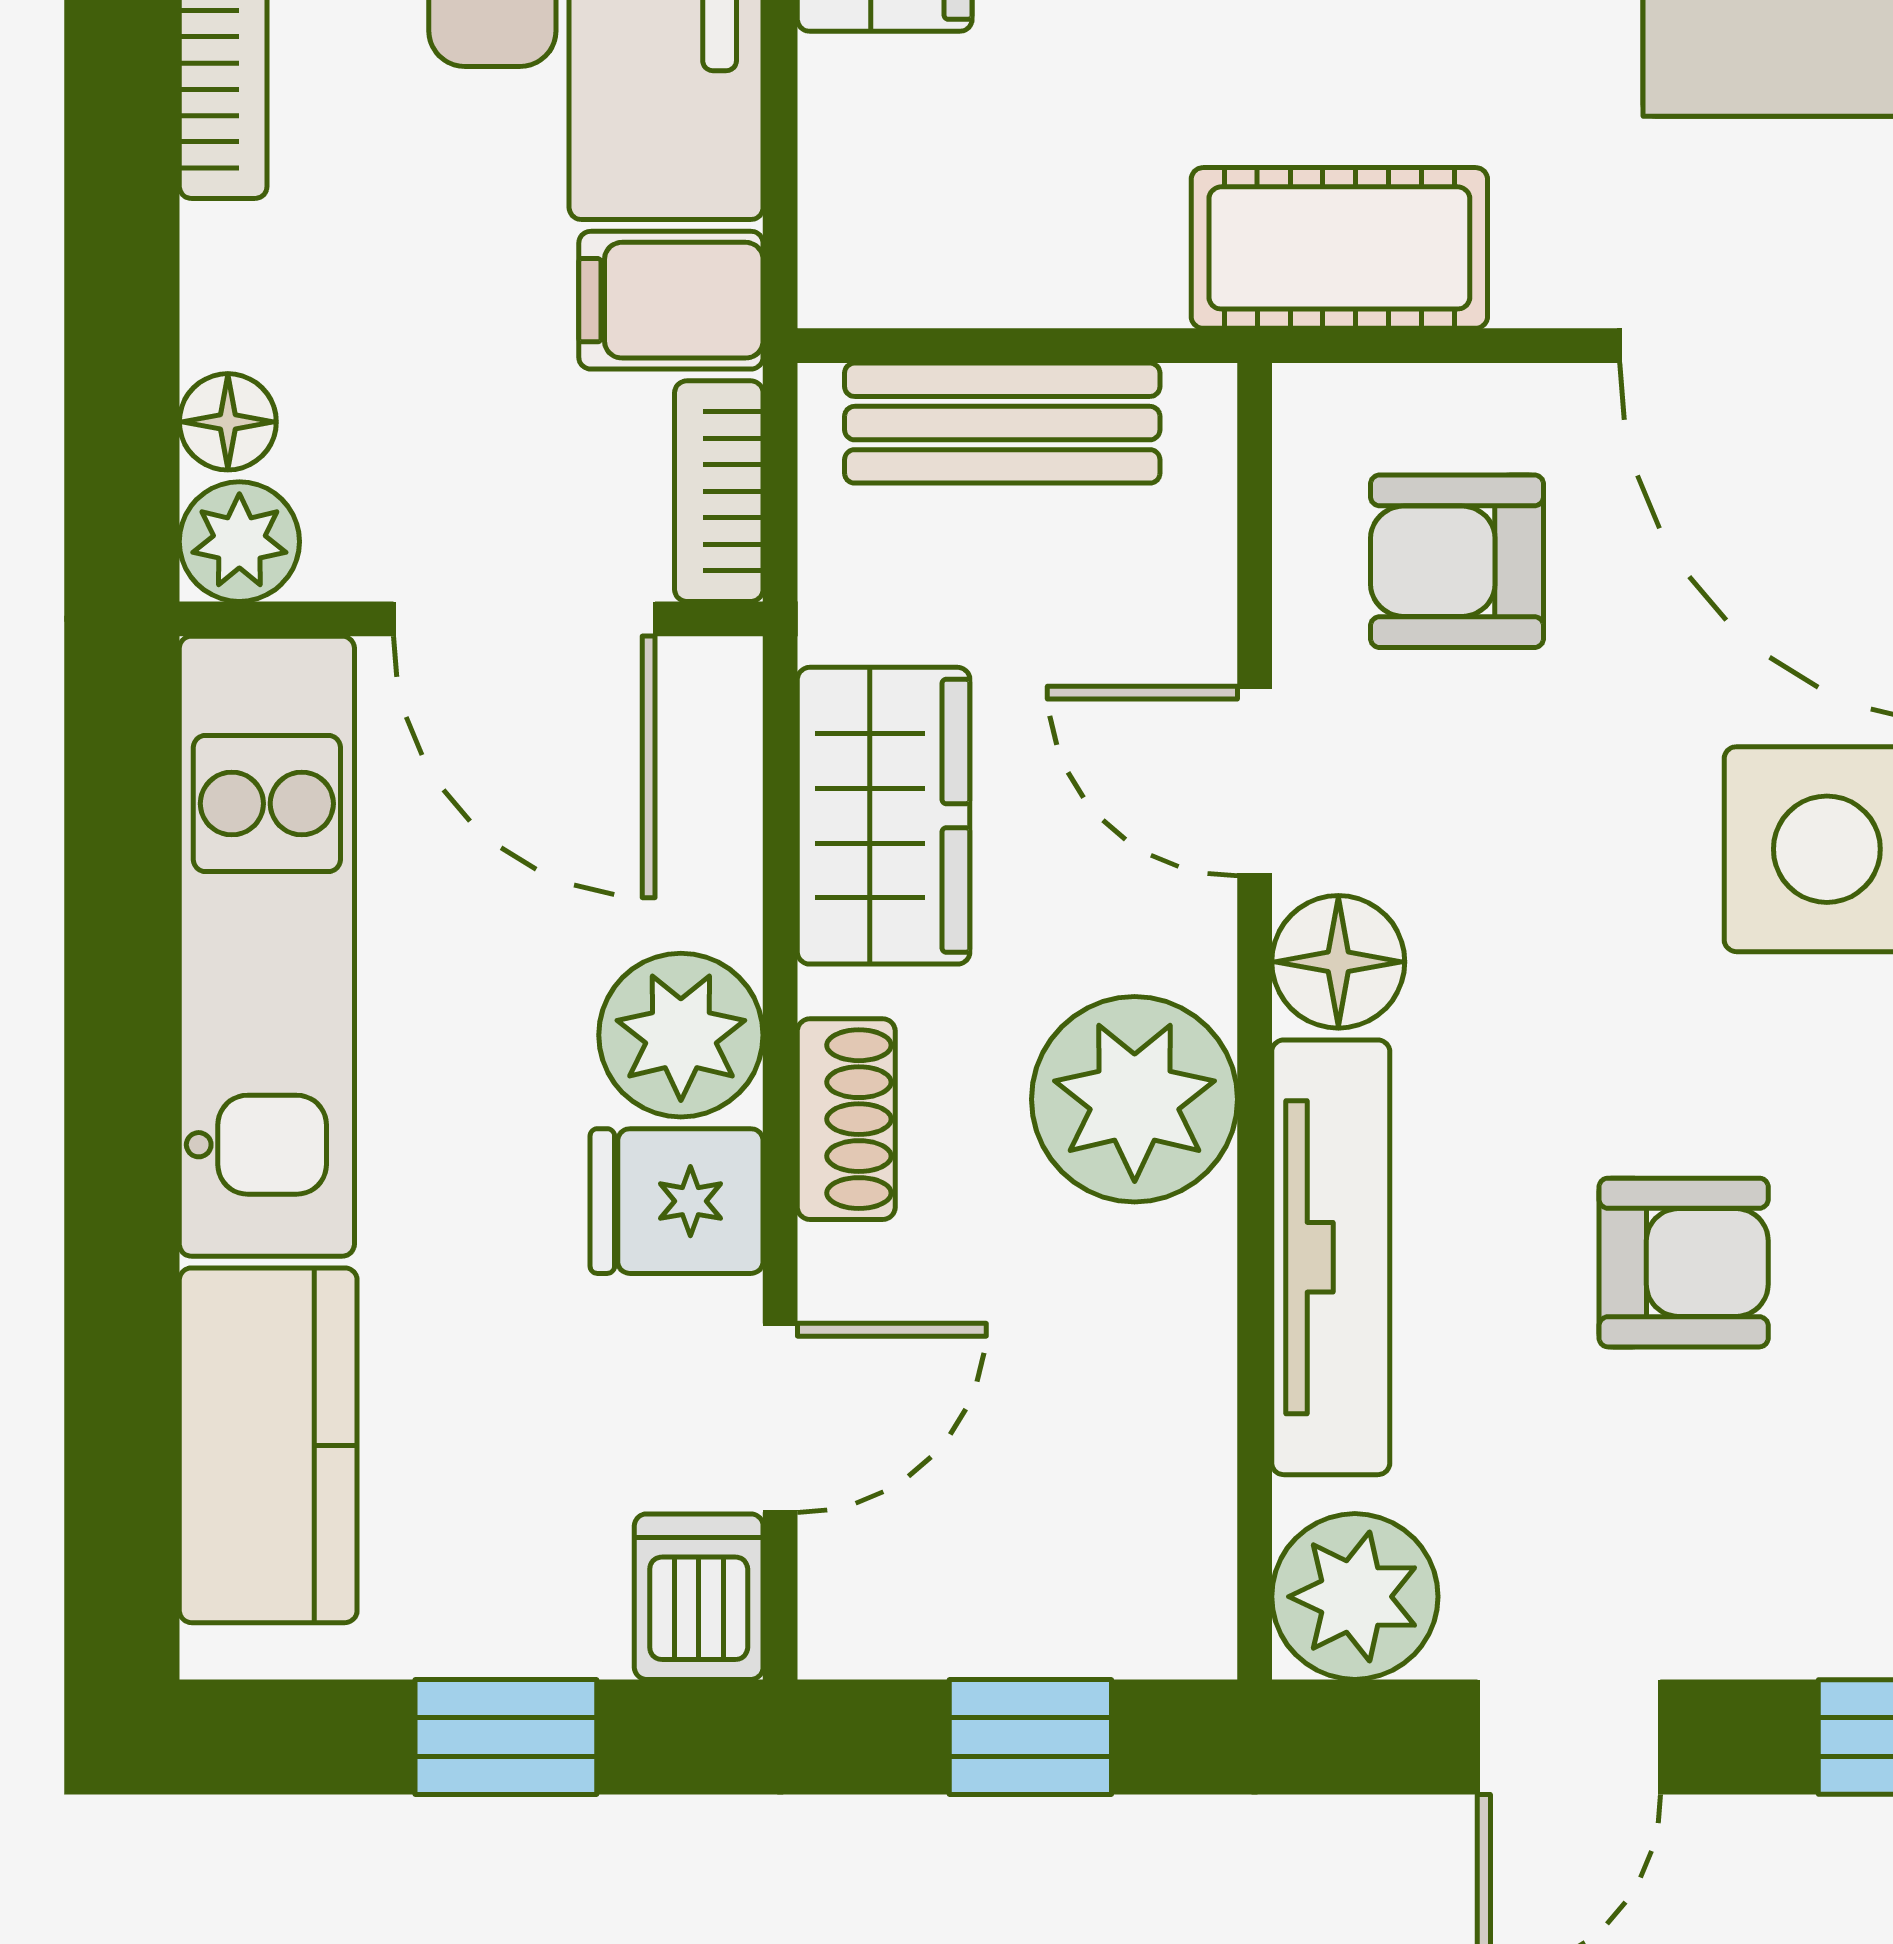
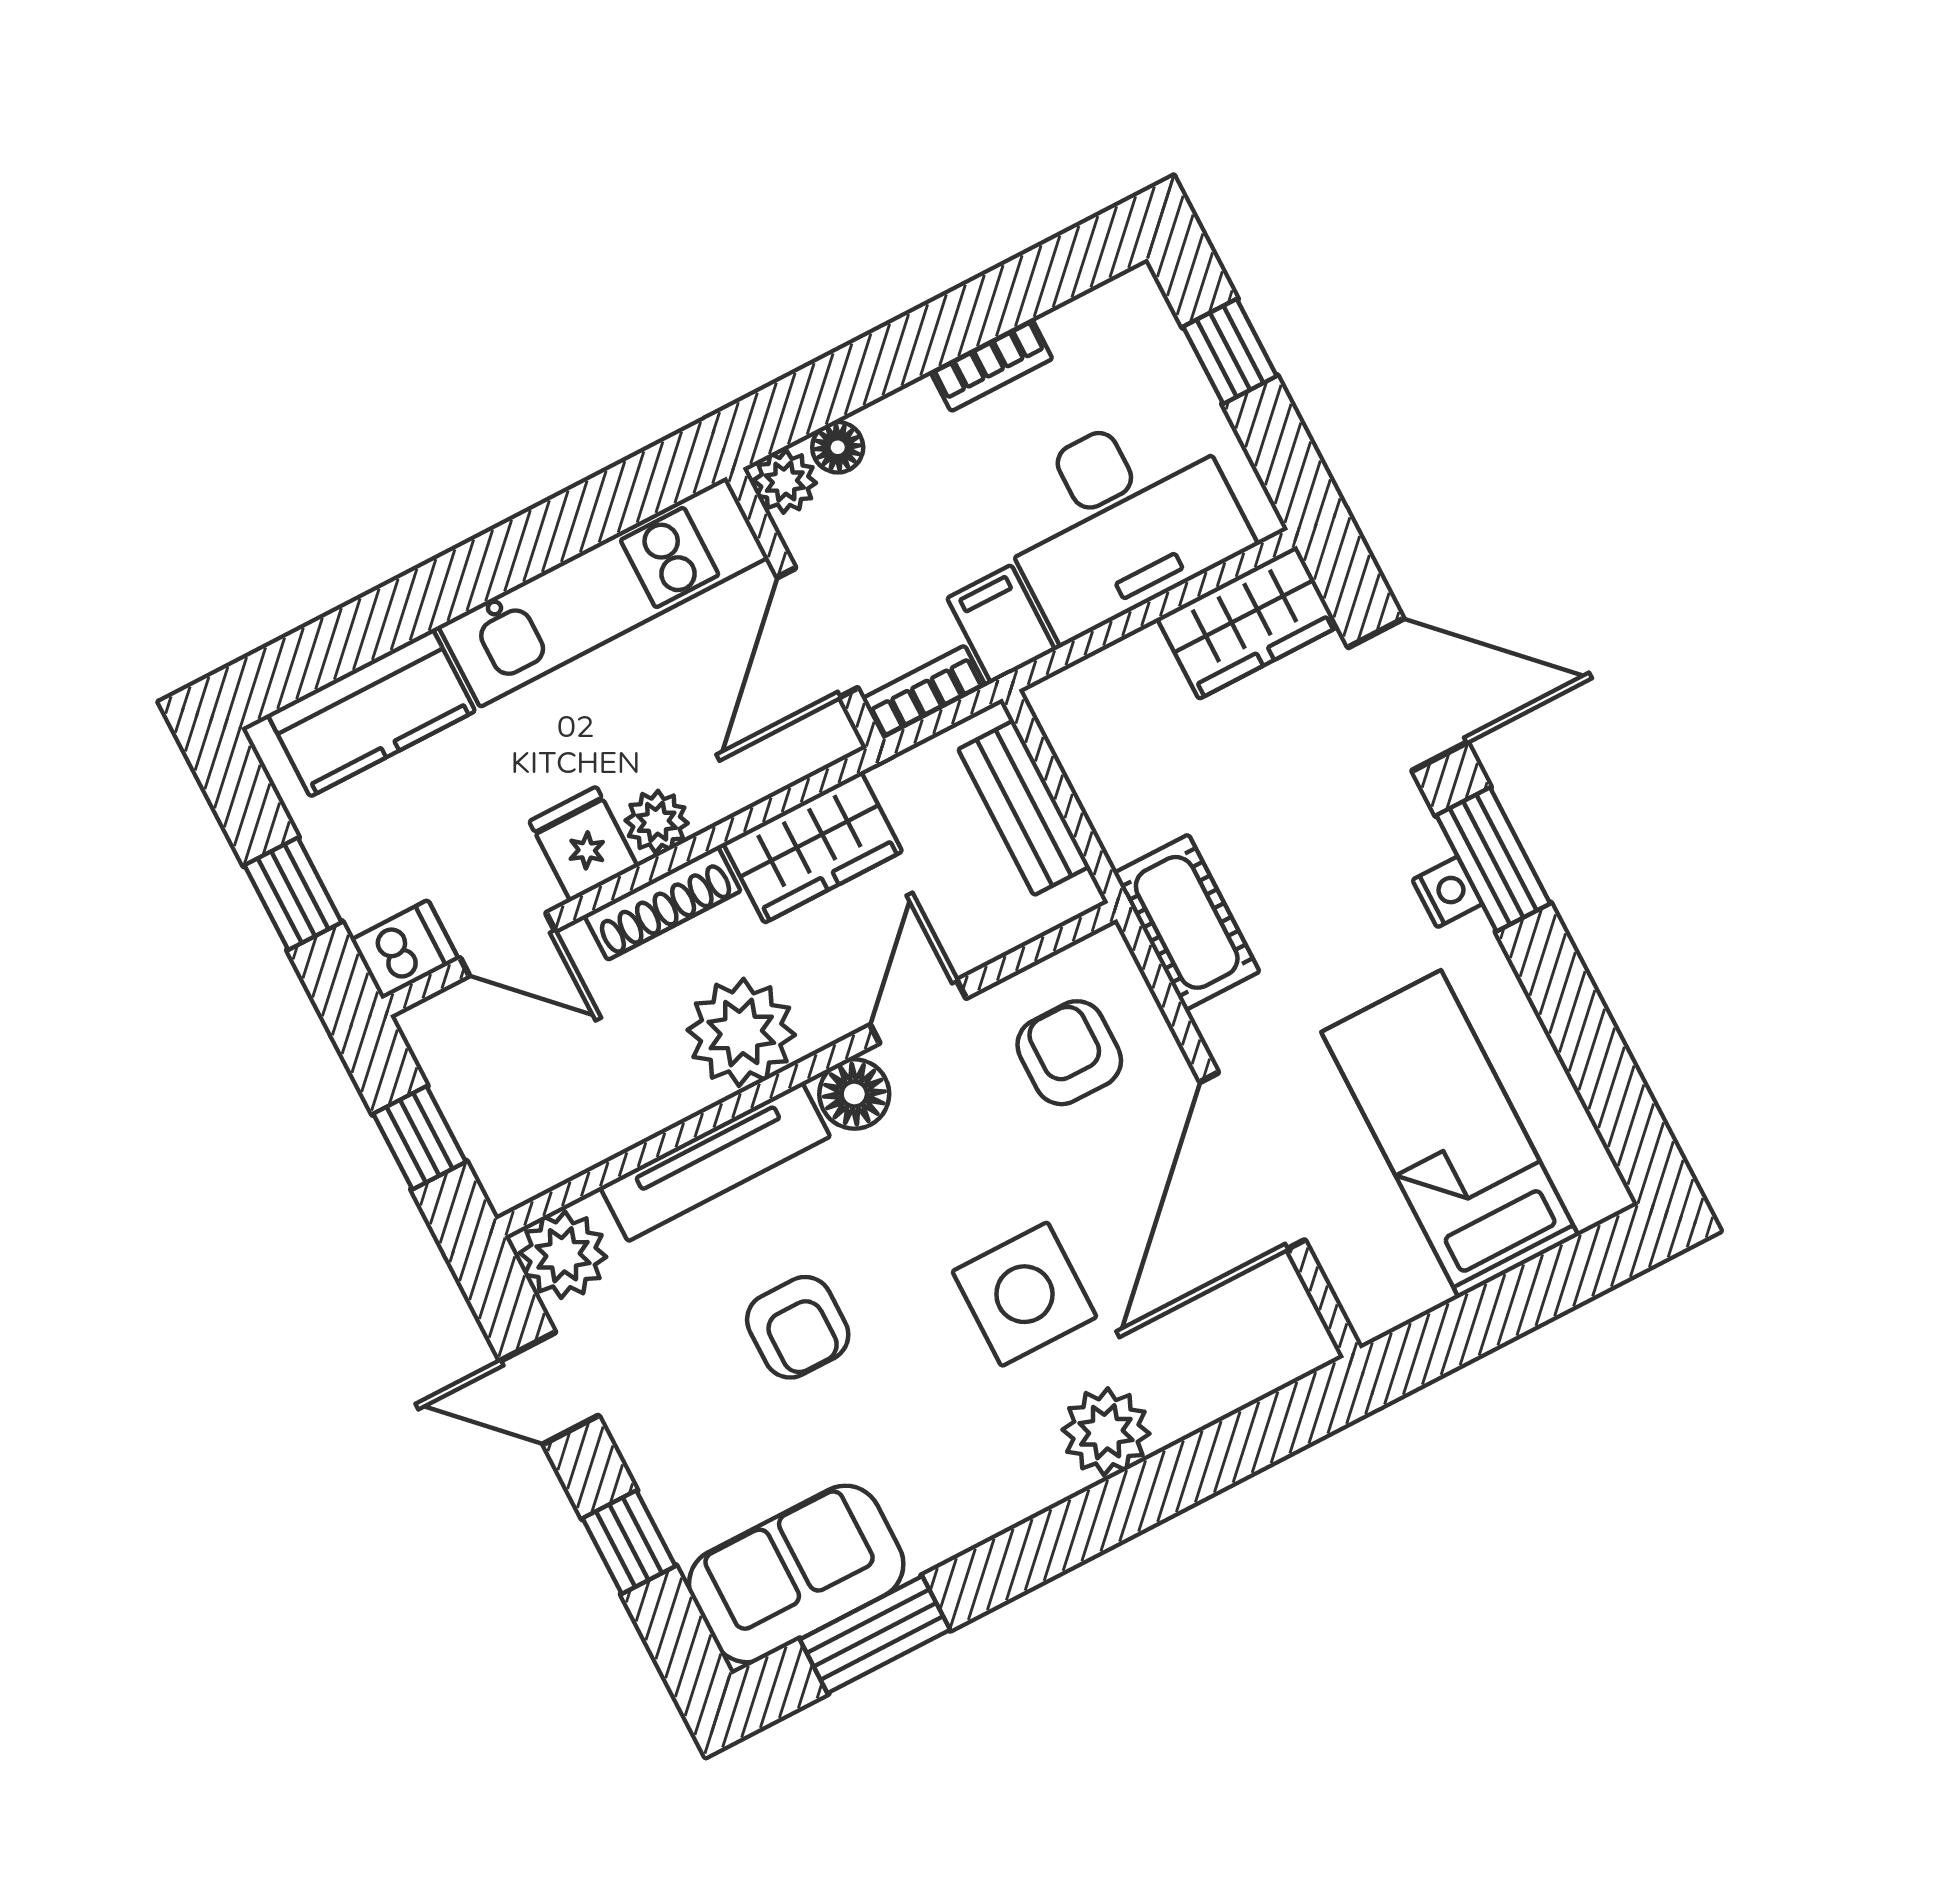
plant: (681, 1035) -> (657, 822), width x0.73, depth x0.73
shoe rack: (846, 1119) -> (662, 903), width x1.43

